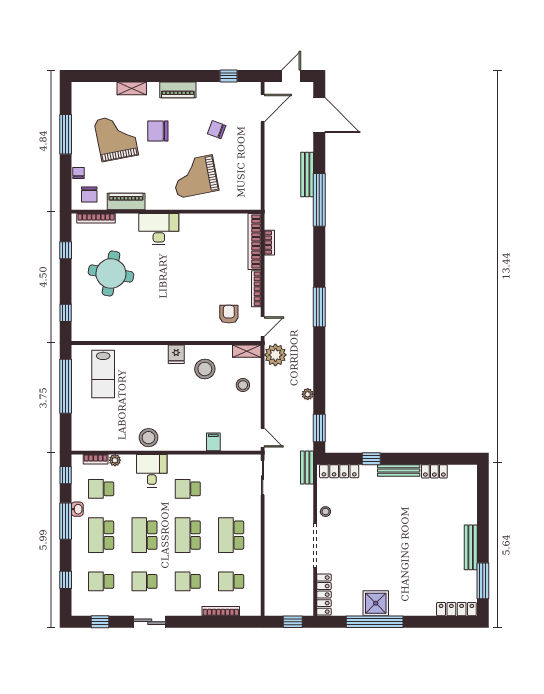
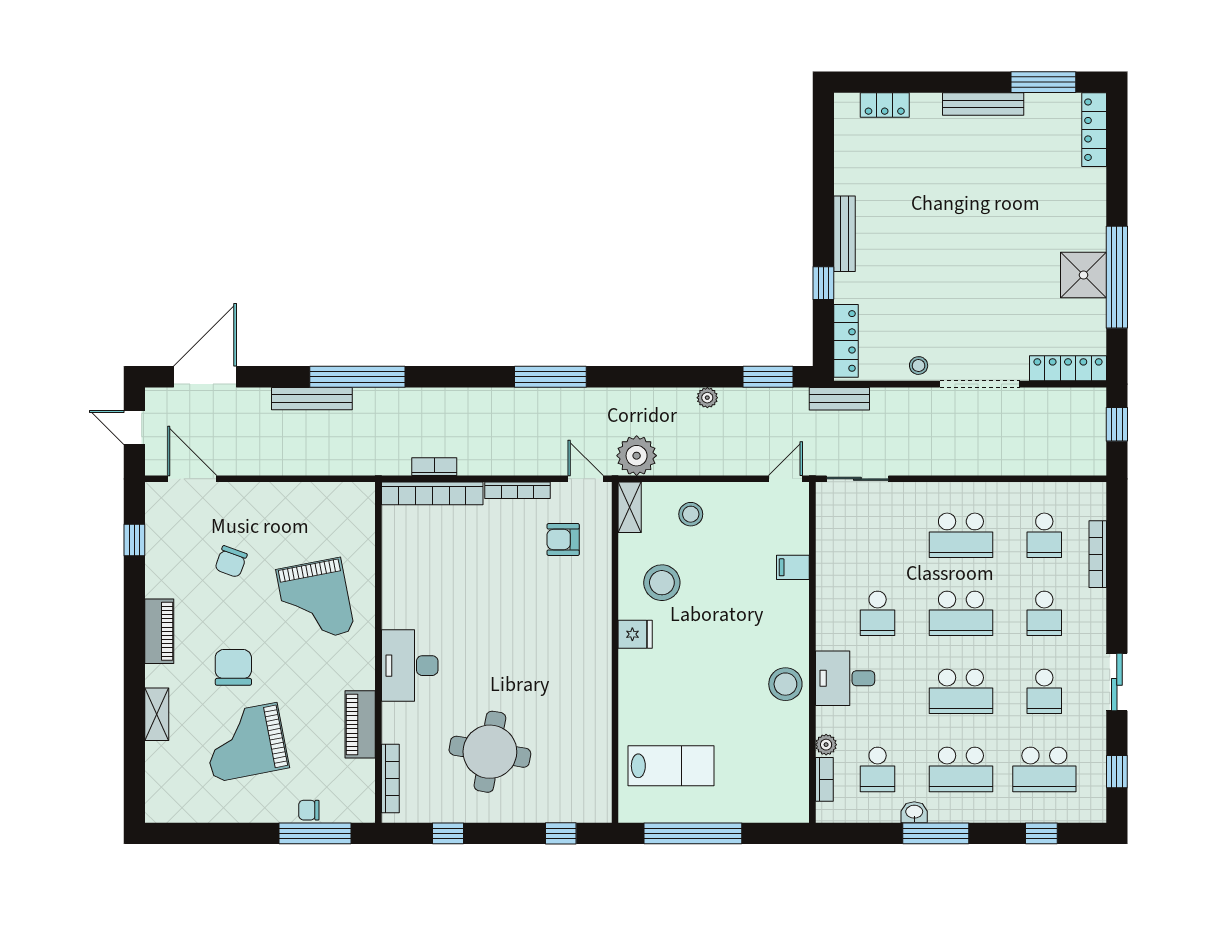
chair: (158, 131) -> (233, 667), turned 180
window: (66, 134) -> (315, 833), moved
chair: (89, 194) -> (348, 791), removed
locker: (434, 471) -> (885, 105), moved, turned 90
window: (66, 475) -> (853, 833), removed
school desk: (101, 581) -> (1044, 769), width x1.85

